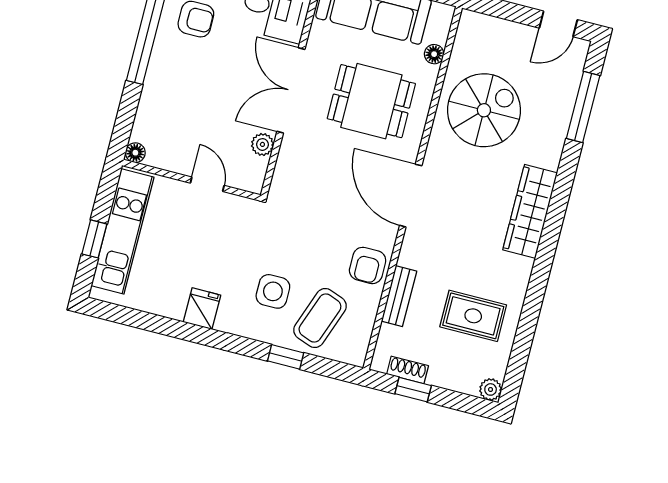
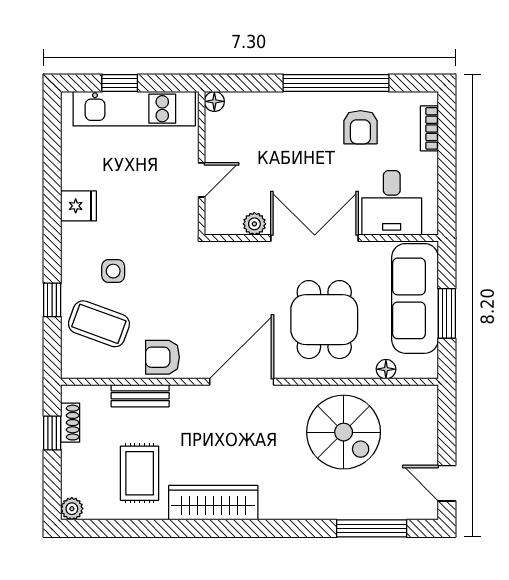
wardrobe: (530, 211) -> (213, 503), moved
side table: (273, 291) -> (113, 271), width x0.73, depth x0.73

